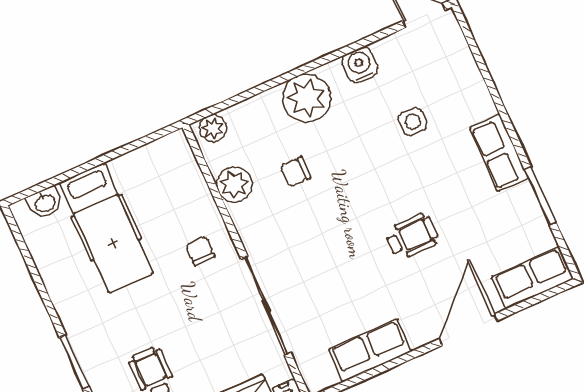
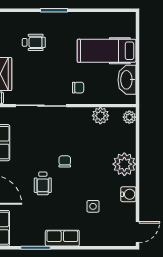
chair: (295, 172) -> (65, 161), moved
washbasin: (45, 203) -> (127, 80), moved, width x1.91, depth x1.45

